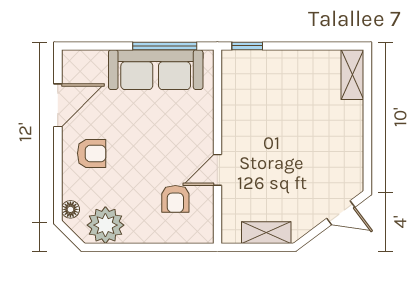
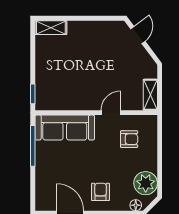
sofa: (156, 70) -> (65, 128), moved, turned 90
door: (217, 170) -> (111, 113), swing flipped
shelving: (266, 233) -> (150, 95), moved

